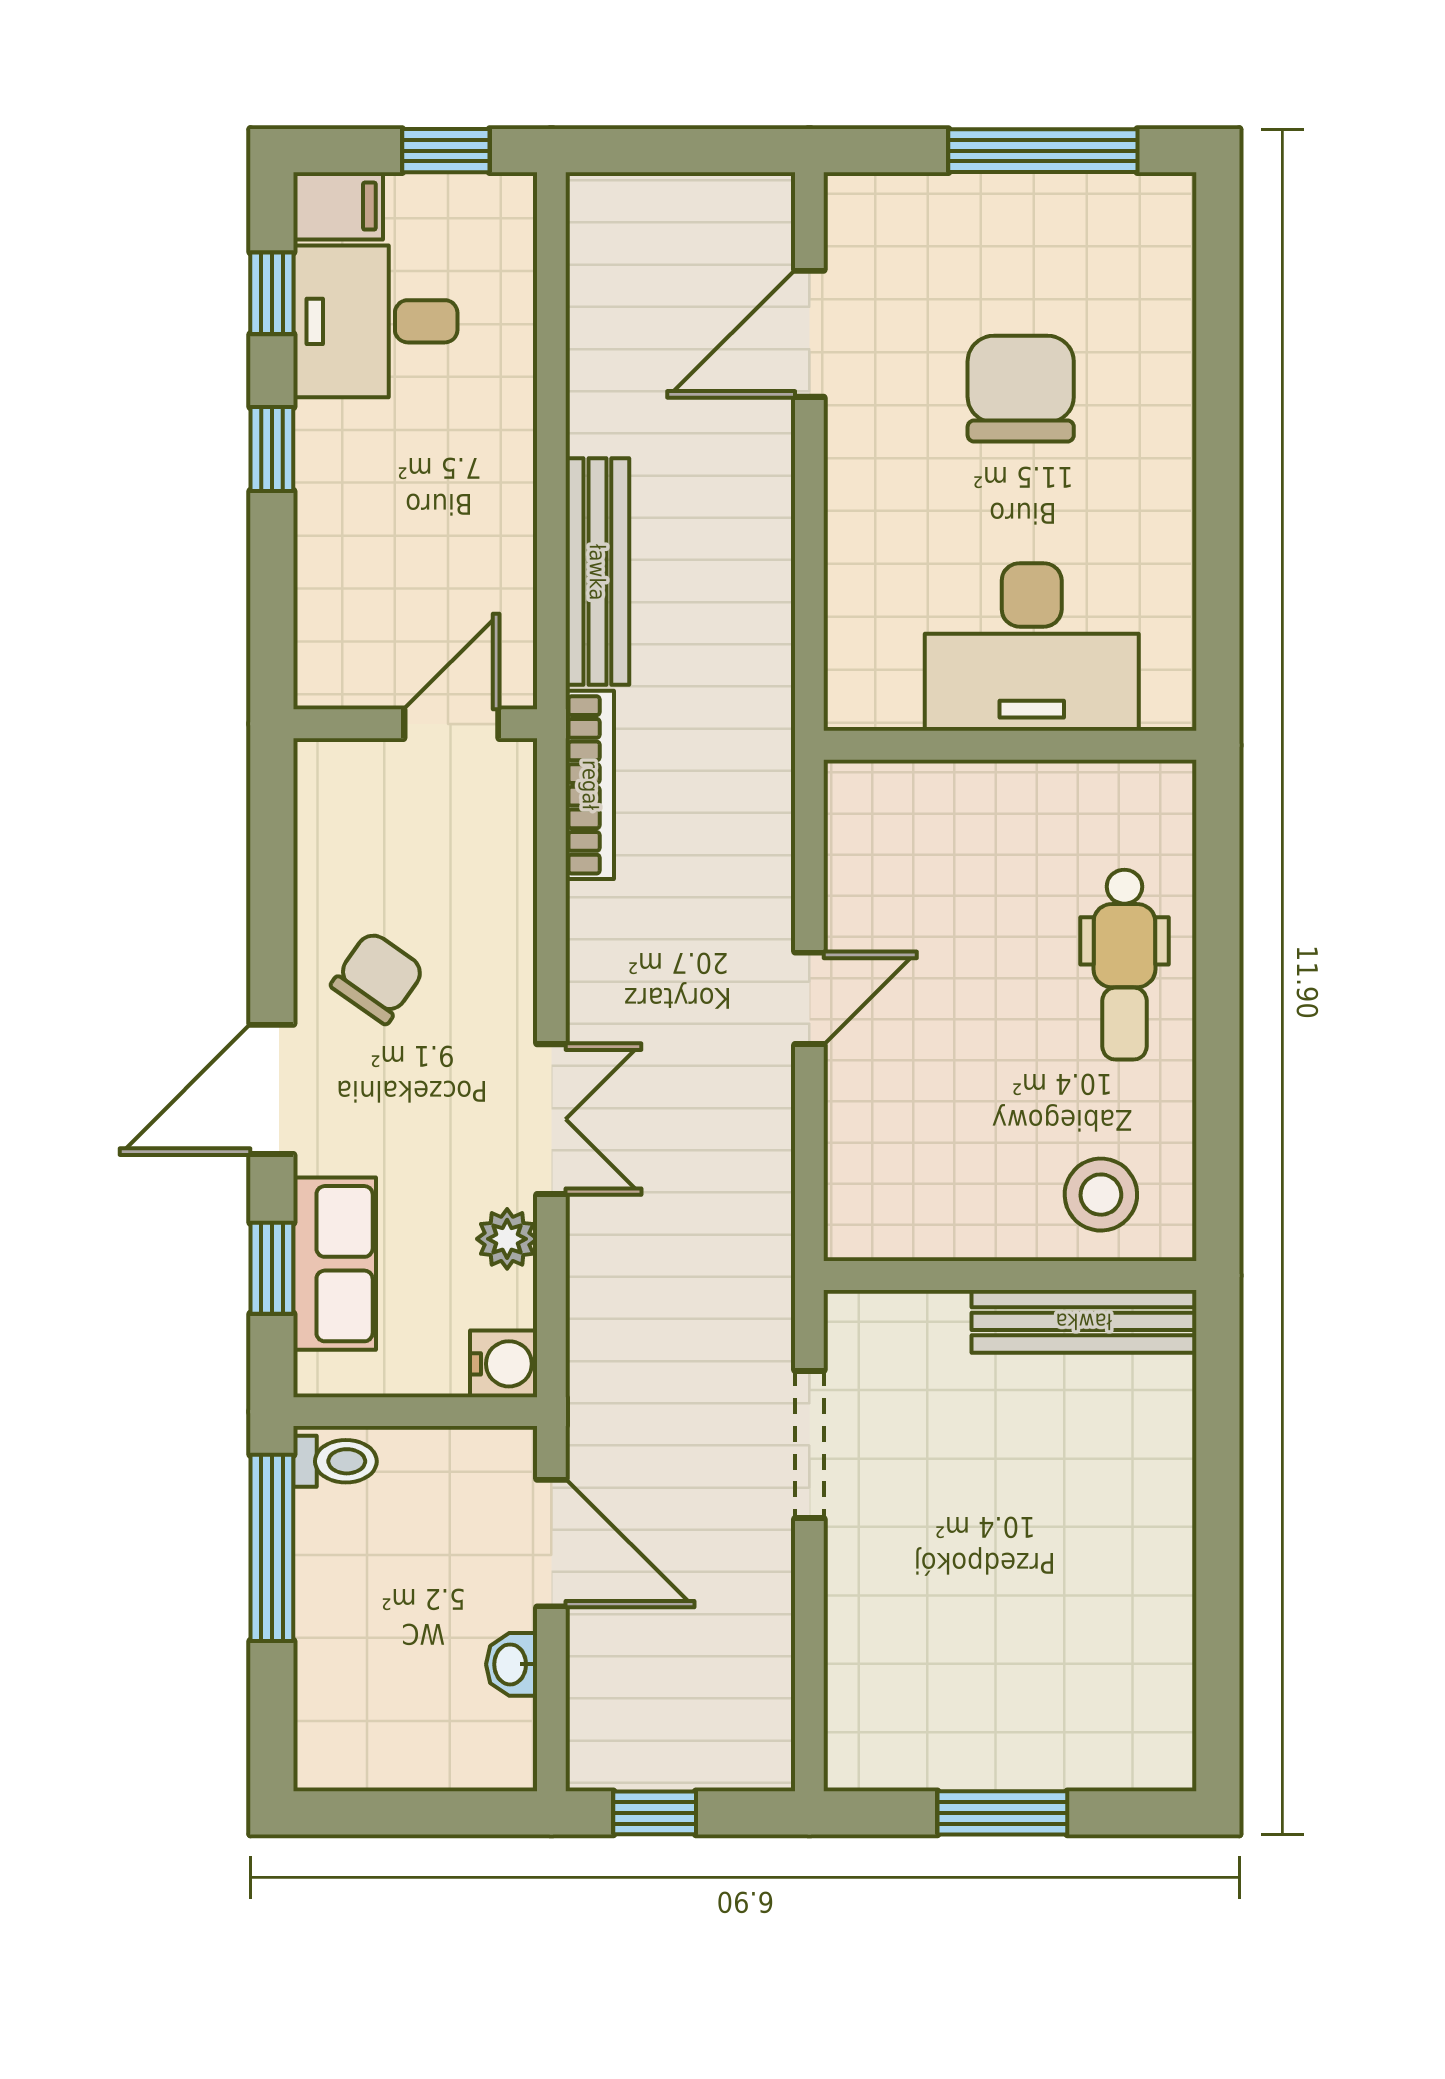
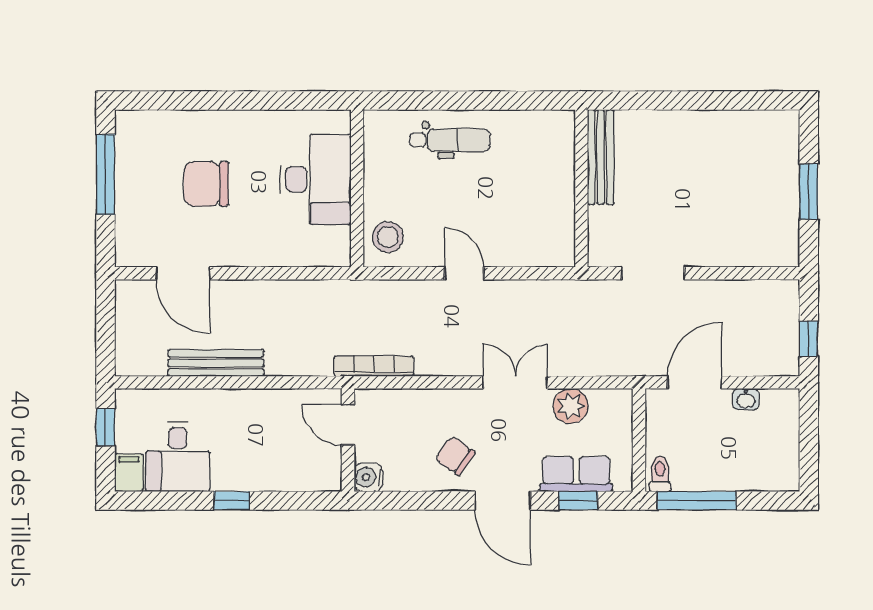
window: (272, 293) -> (166, 501), removed
bench: (597, 572) -> (216, 363), moved
stool: (1101, 1195) -> (388, 237), moved
plant: (507, 1239) -> (571, 406), width x1.38, depth x1.38
water cooler: (504, 1364) -> (368, 477), moved, turned -90

